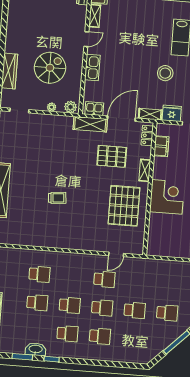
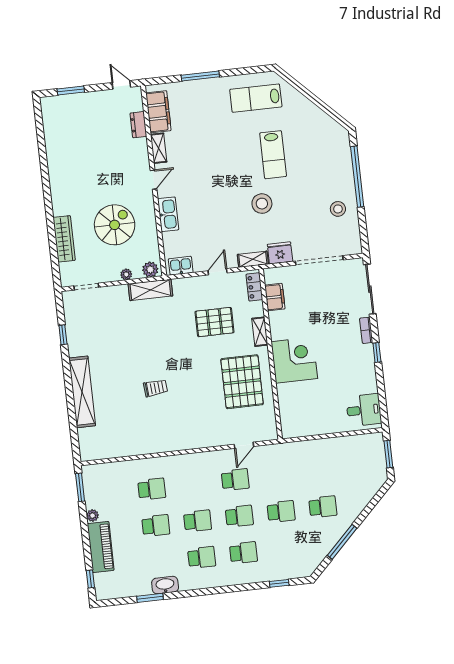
door: (121, 119) -> (218, 272), width x0.53
shelving: (90, 124) -> (150, 290), moved
window: (52, 359) -> (279, 583), moved

